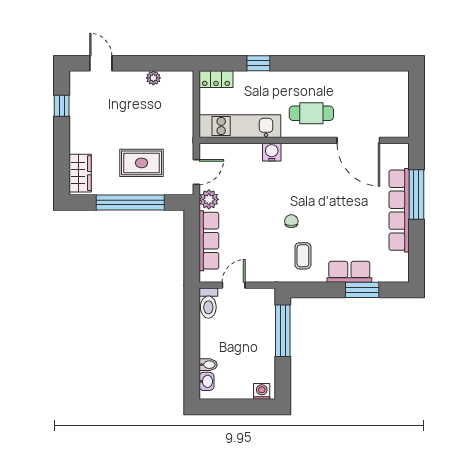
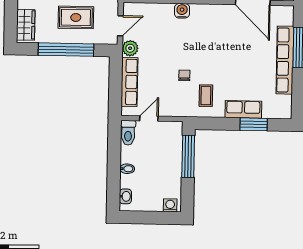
chair: (291, 221) -> (184, 75), moved
bidet: (208, 365) -> (127, 169), moved

